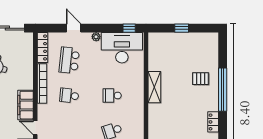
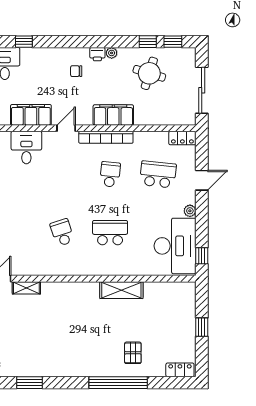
locker: (43, 47) -> (182, 138), width x0.66
bookcase: (42, 83) -> (106, 137), moved
school desk: (112, 96) -> (110, 233), width x1.85
filing cabinet: (26, 105) -> (113, 115), moved
locker: (213, 122) -> (180, 370), moved

